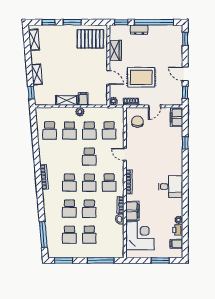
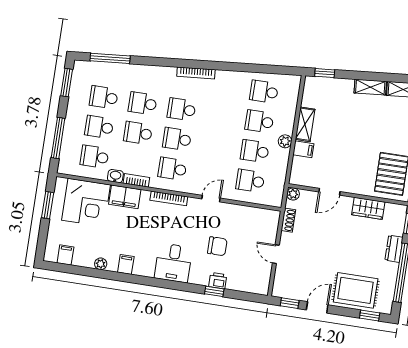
shelving: (37, 74) -> (370, 87), moved
rug: (141, 77) -> (356, 290), moved, turned 90
filing cabinet: (176, 117) -> (126, 264), moved, width x0.50
chair: (137, 122) -> (217, 246), moved
school desk: (89, 157) -> (95, 157), moved
desk: (171, 186) -> (173, 263), moved
printer: (178, 230) -> (218, 281), moved
window: (160, 260) -> (48, 205), moved

